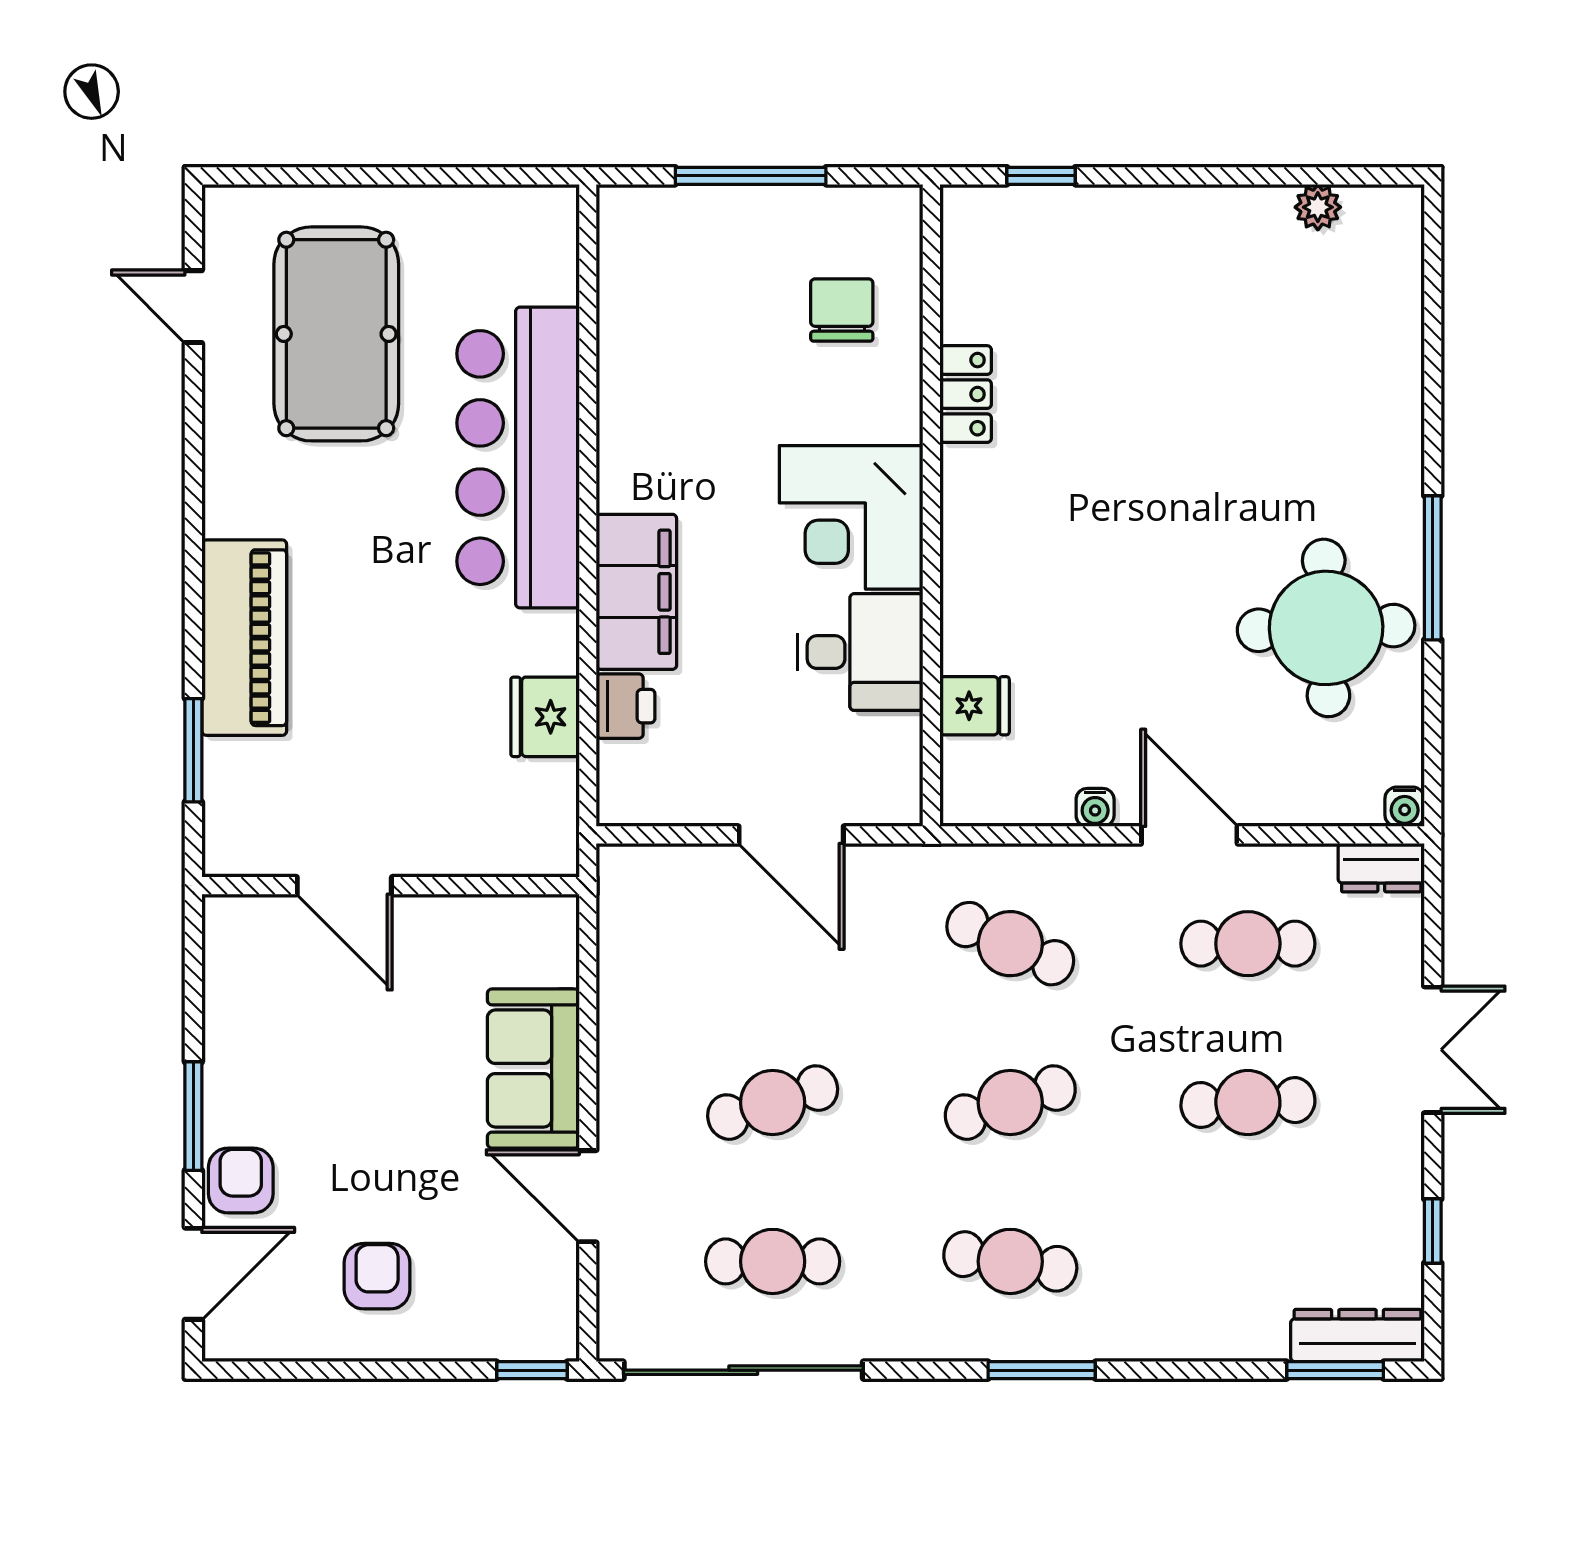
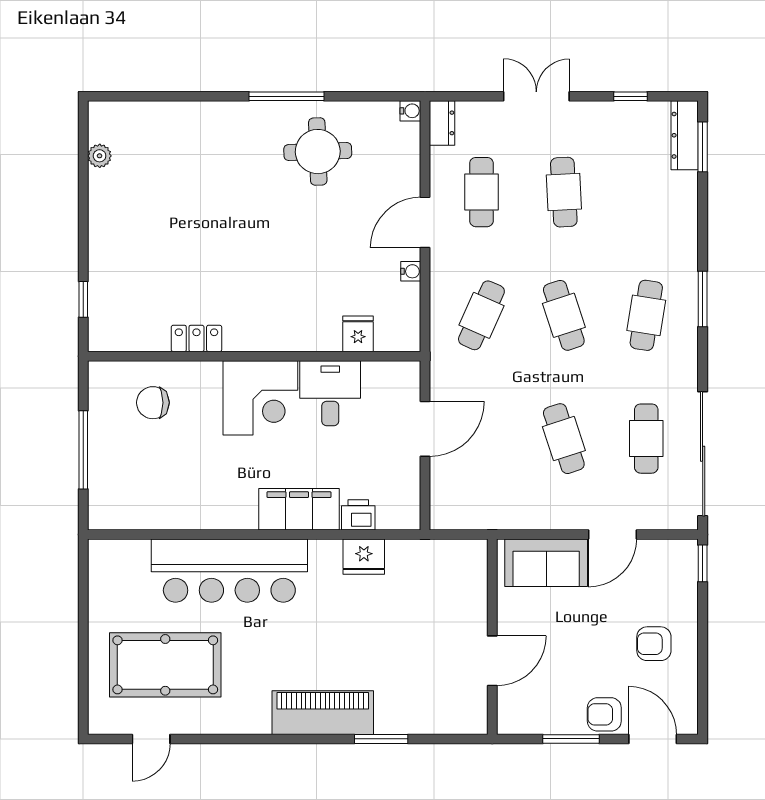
round table: (1326, 628) -> (318, 152), width x0.73, depth x0.73
door: (344, 886) -> (492, 661), moved
wall: (391, 886) -> (492, 637), moved

